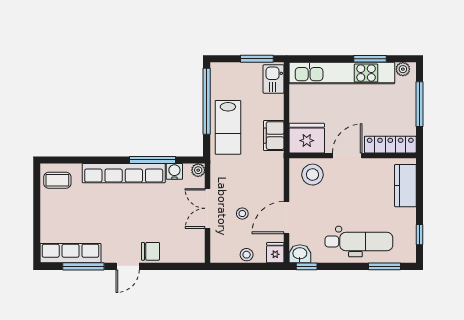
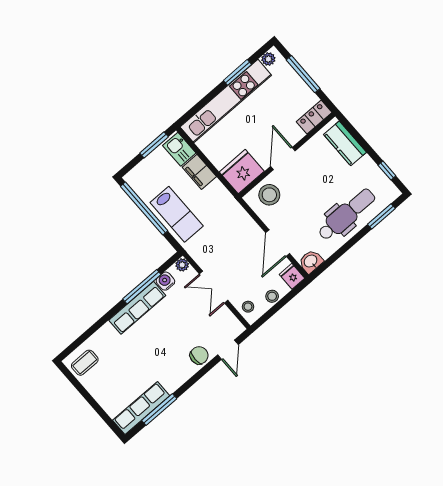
filing cabinet: (274, 136) -> (199, 172), moved
locker: (390, 145) -> (314, 117), width x0.66
row of seats: (124, 173) -> (137, 308), width x0.73
stool: (242, 214) -> (248, 307), moved
door: (128, 266) -> (228, 350), moved
window: (307, 266) -> (324, 266), removed

